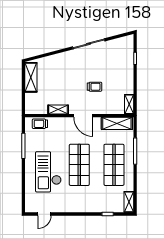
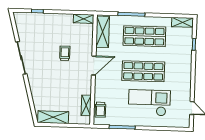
shelving: (58, 110) -> (86, 105), moved
checkout: (48, 172) -> (149, 103), turned 180

